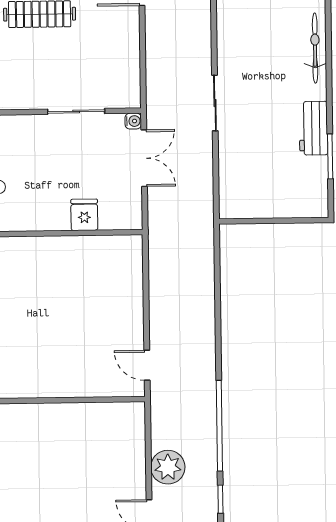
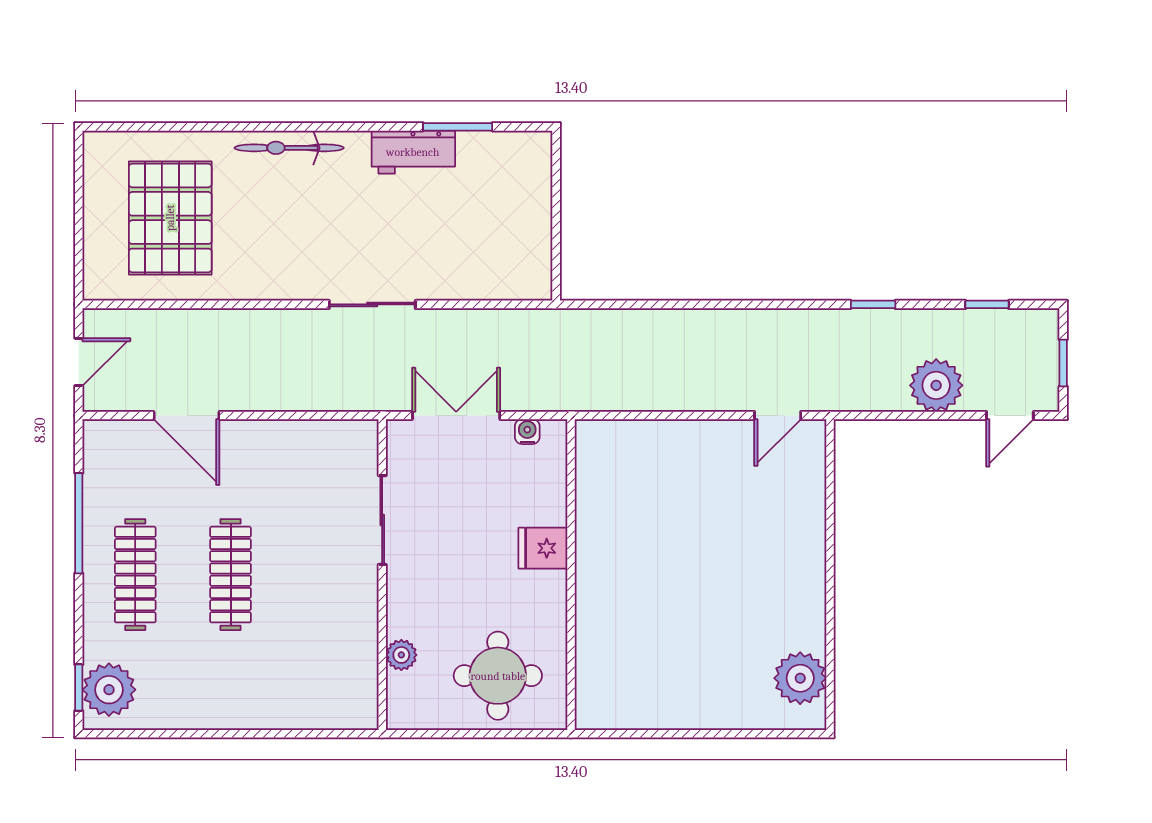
water cooler: (133, 121) -> (527, 432), moved
fridge: (84, 215) -> (543, 548), moved
window: (219, 426) -> (873, 304), width x0.32

